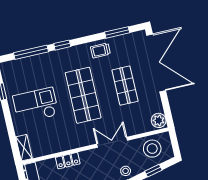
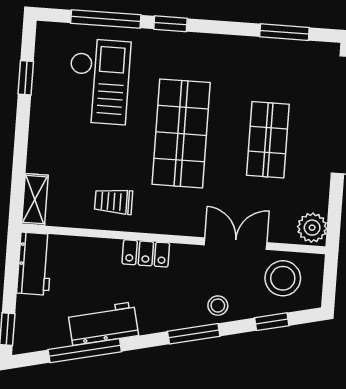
trolley: (100, 50) -> (114, 201), moved
checkout: (36, 105) -> (99, 81), moved, turned 90
double door: (112, 142) -> (236, 244), moved
locker: (68, 161) -> (146, 253), moved

